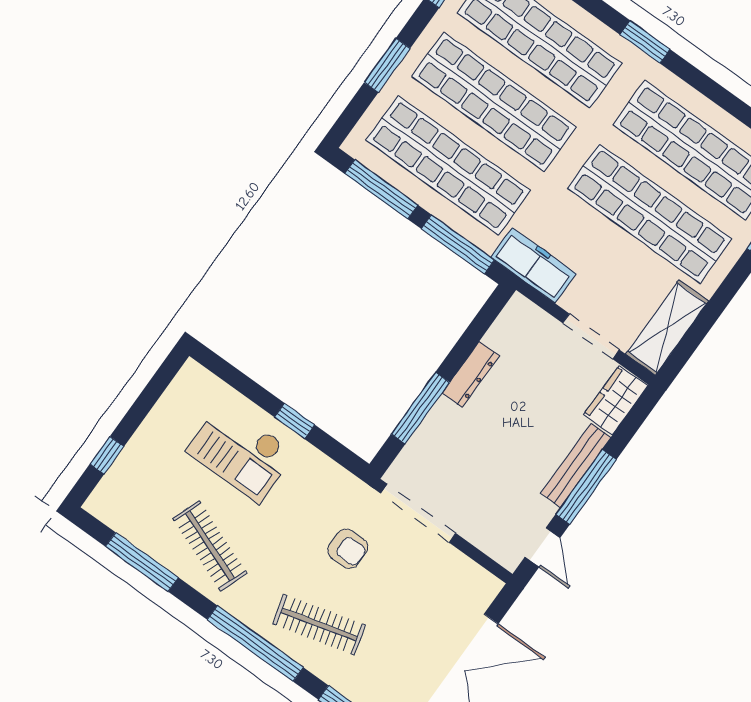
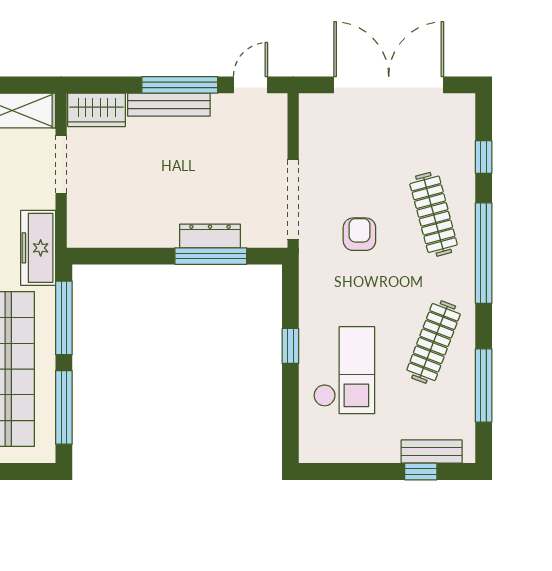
dresser: (471, 374) -> (210, 236), moved
bench: (117, 477) -> (432, 452), added

